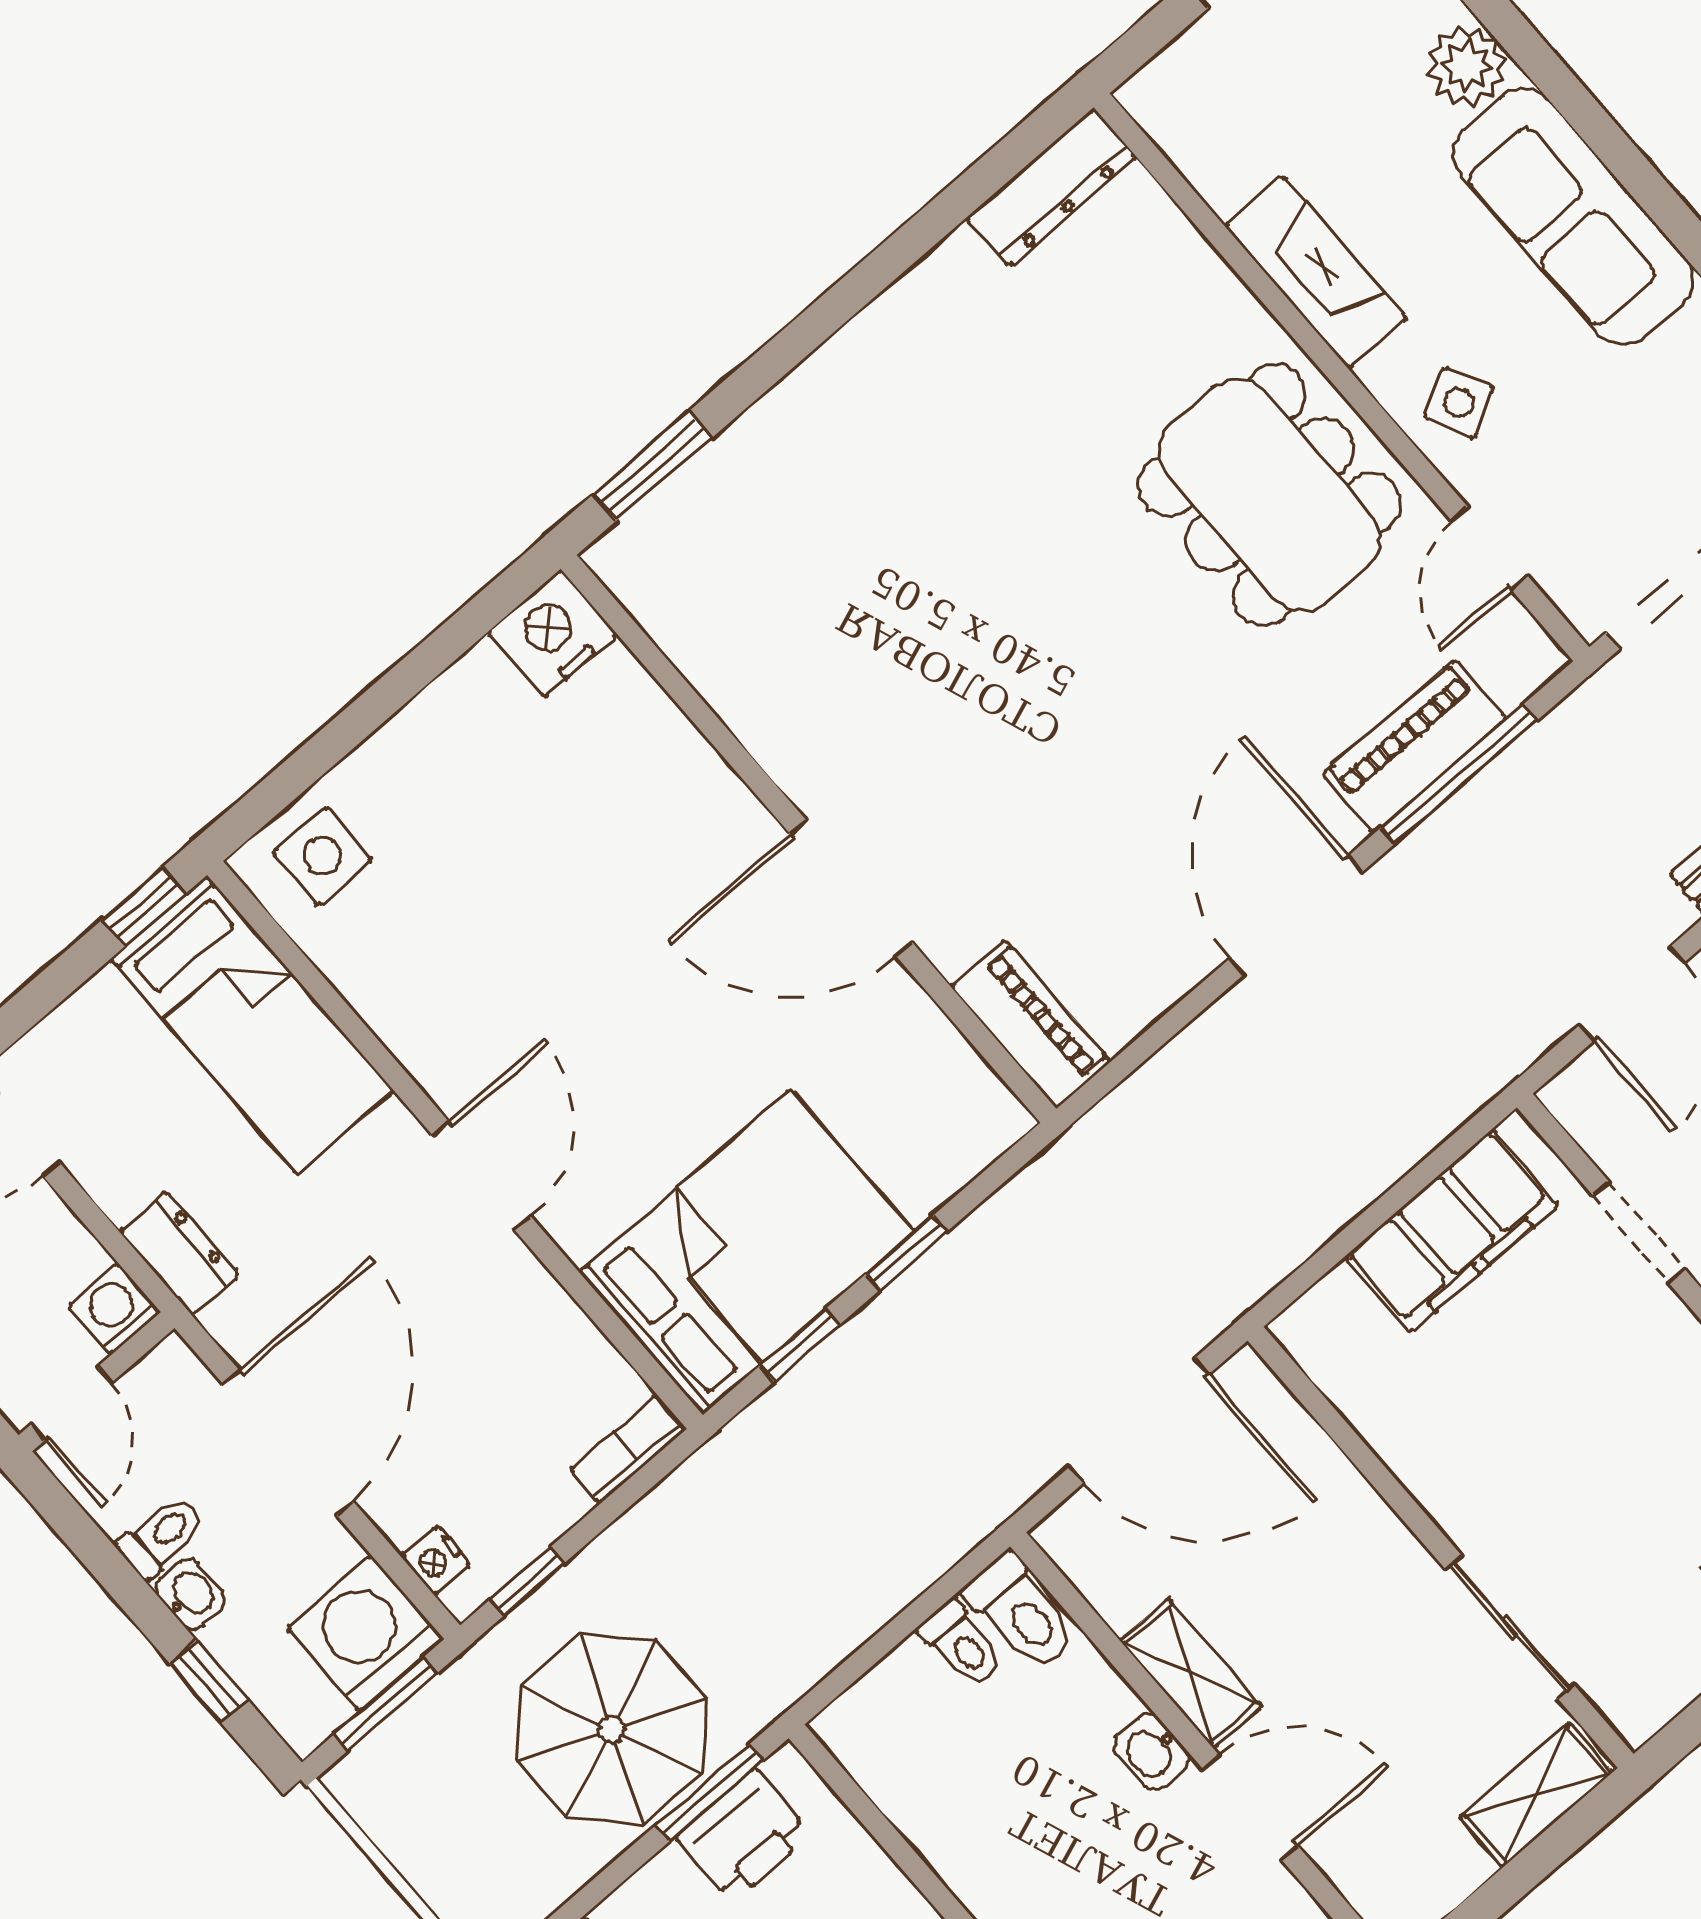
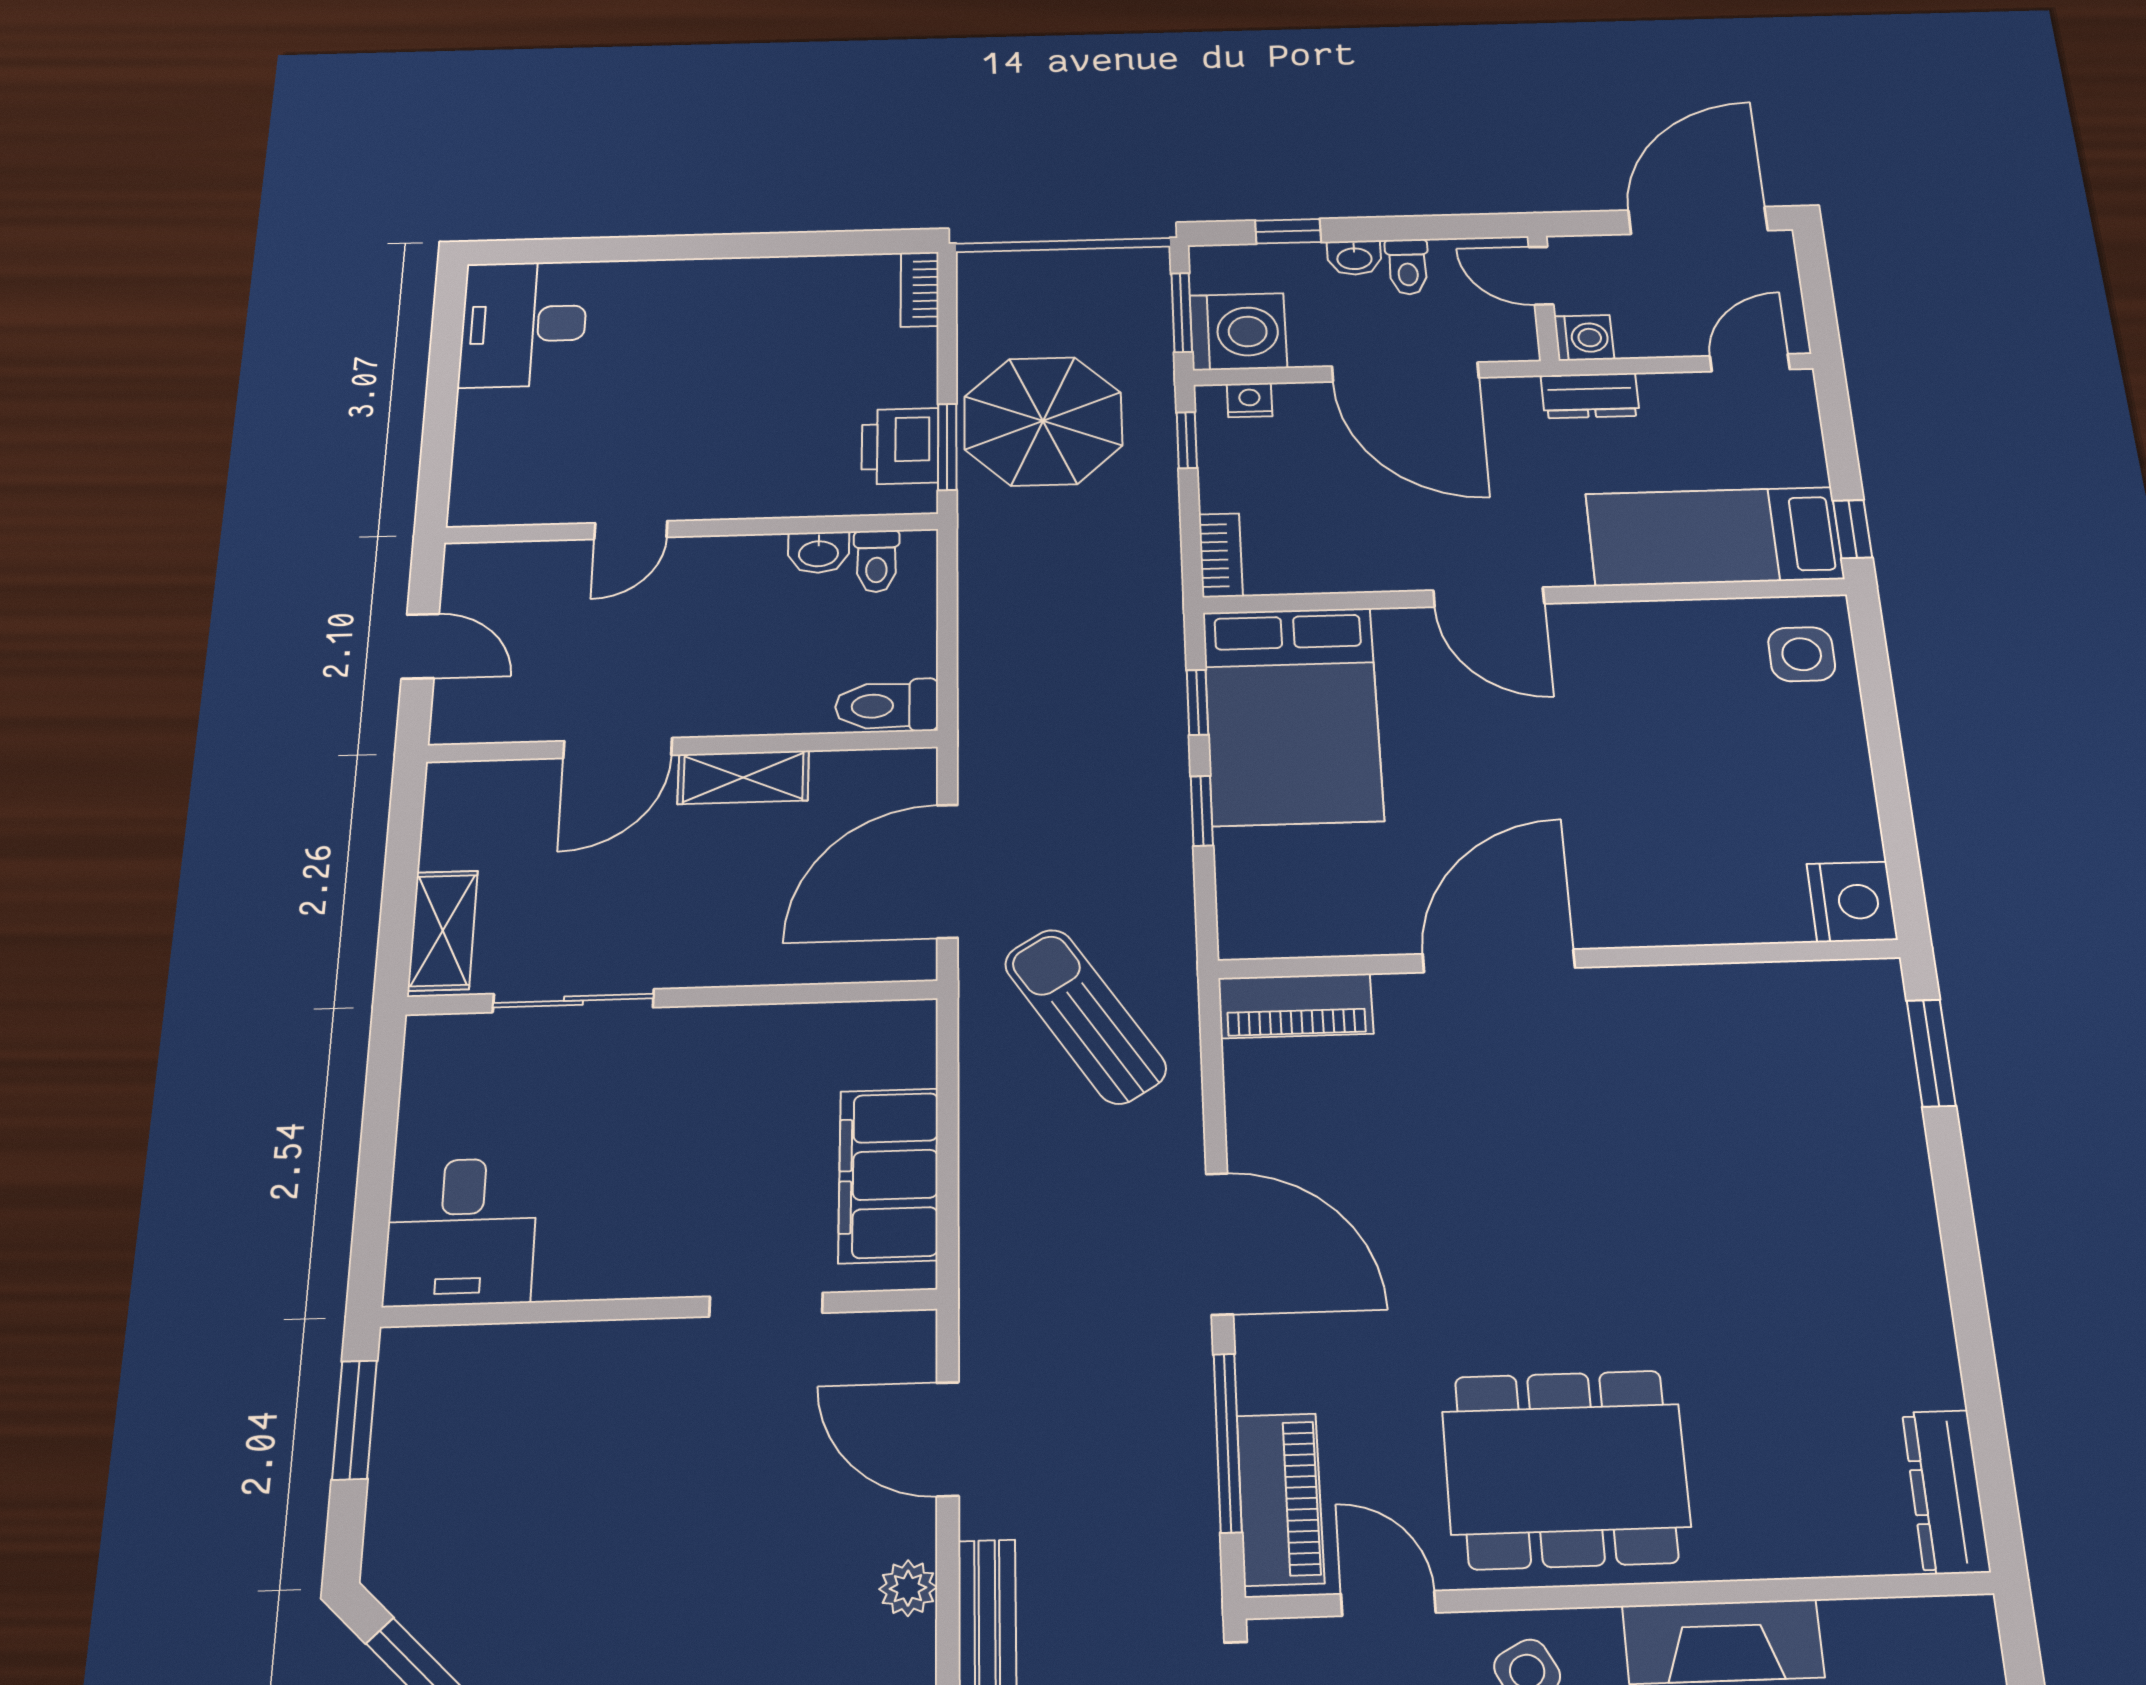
piano: (1414, 747) -> (1280, 1499), moved
sun lounger: (1181, 1191) -> (1085, 1016), added
toilet: (962, 1644) -> (876, 561), moved, turned -90
washbasin: (1151, 1752) -> (819, 553), moved, turned 180

